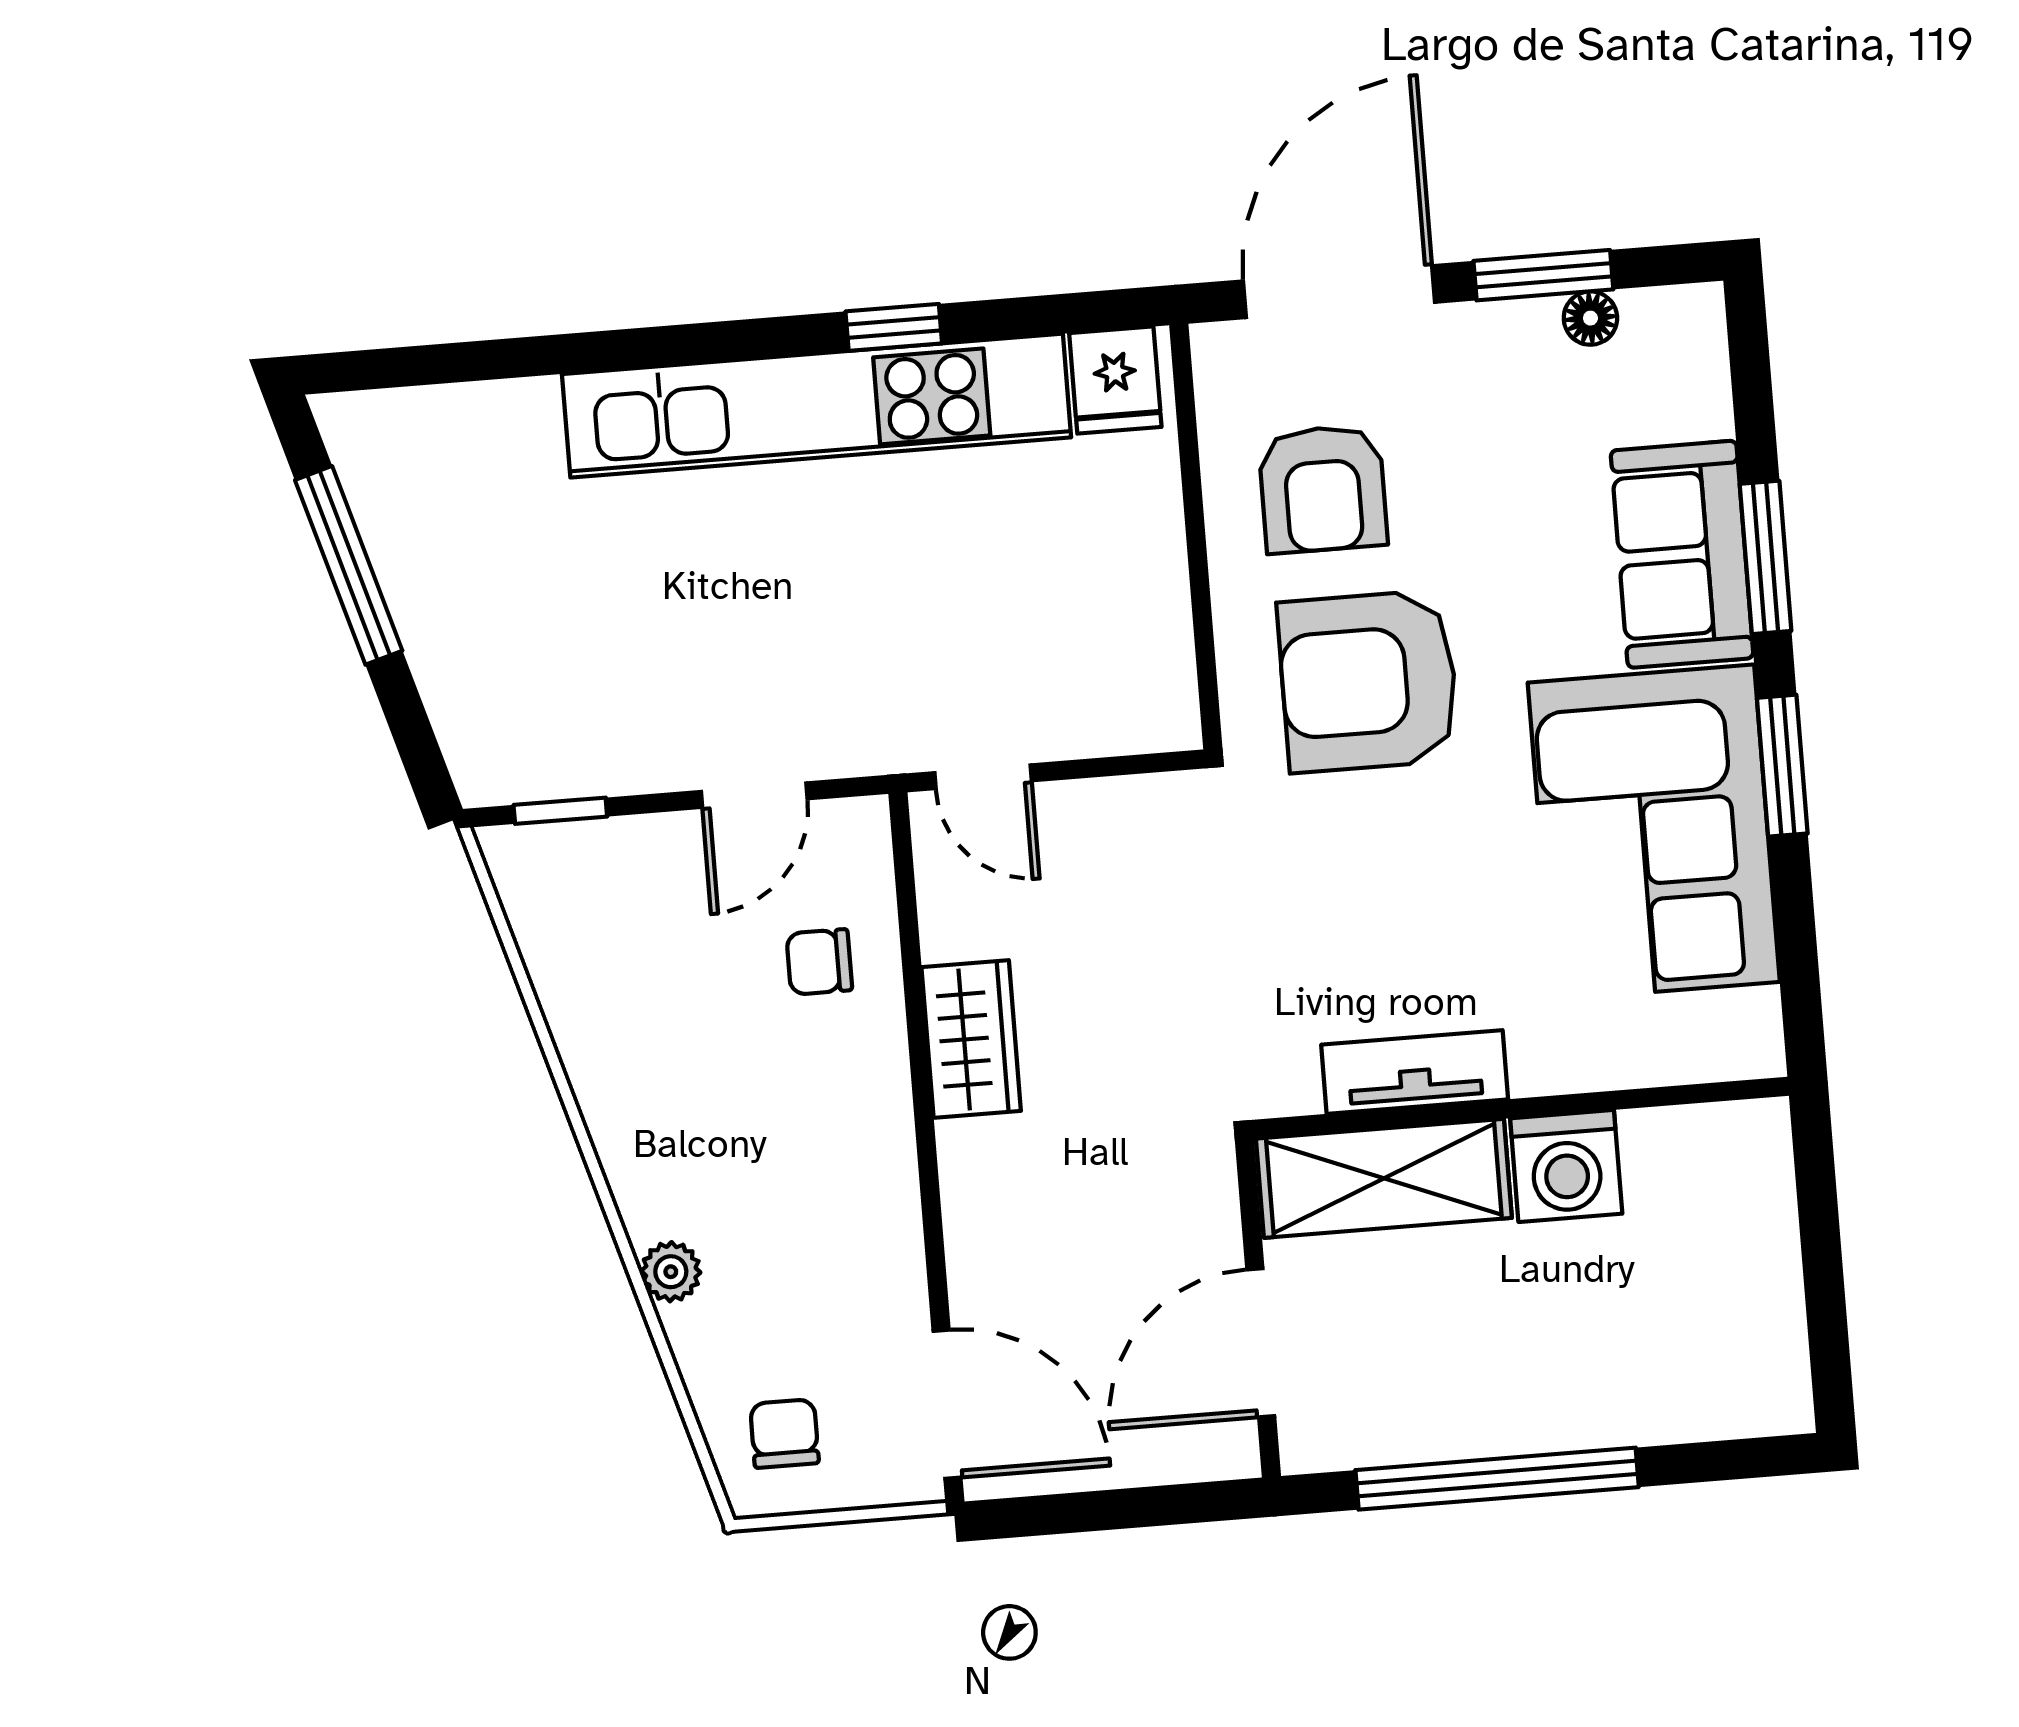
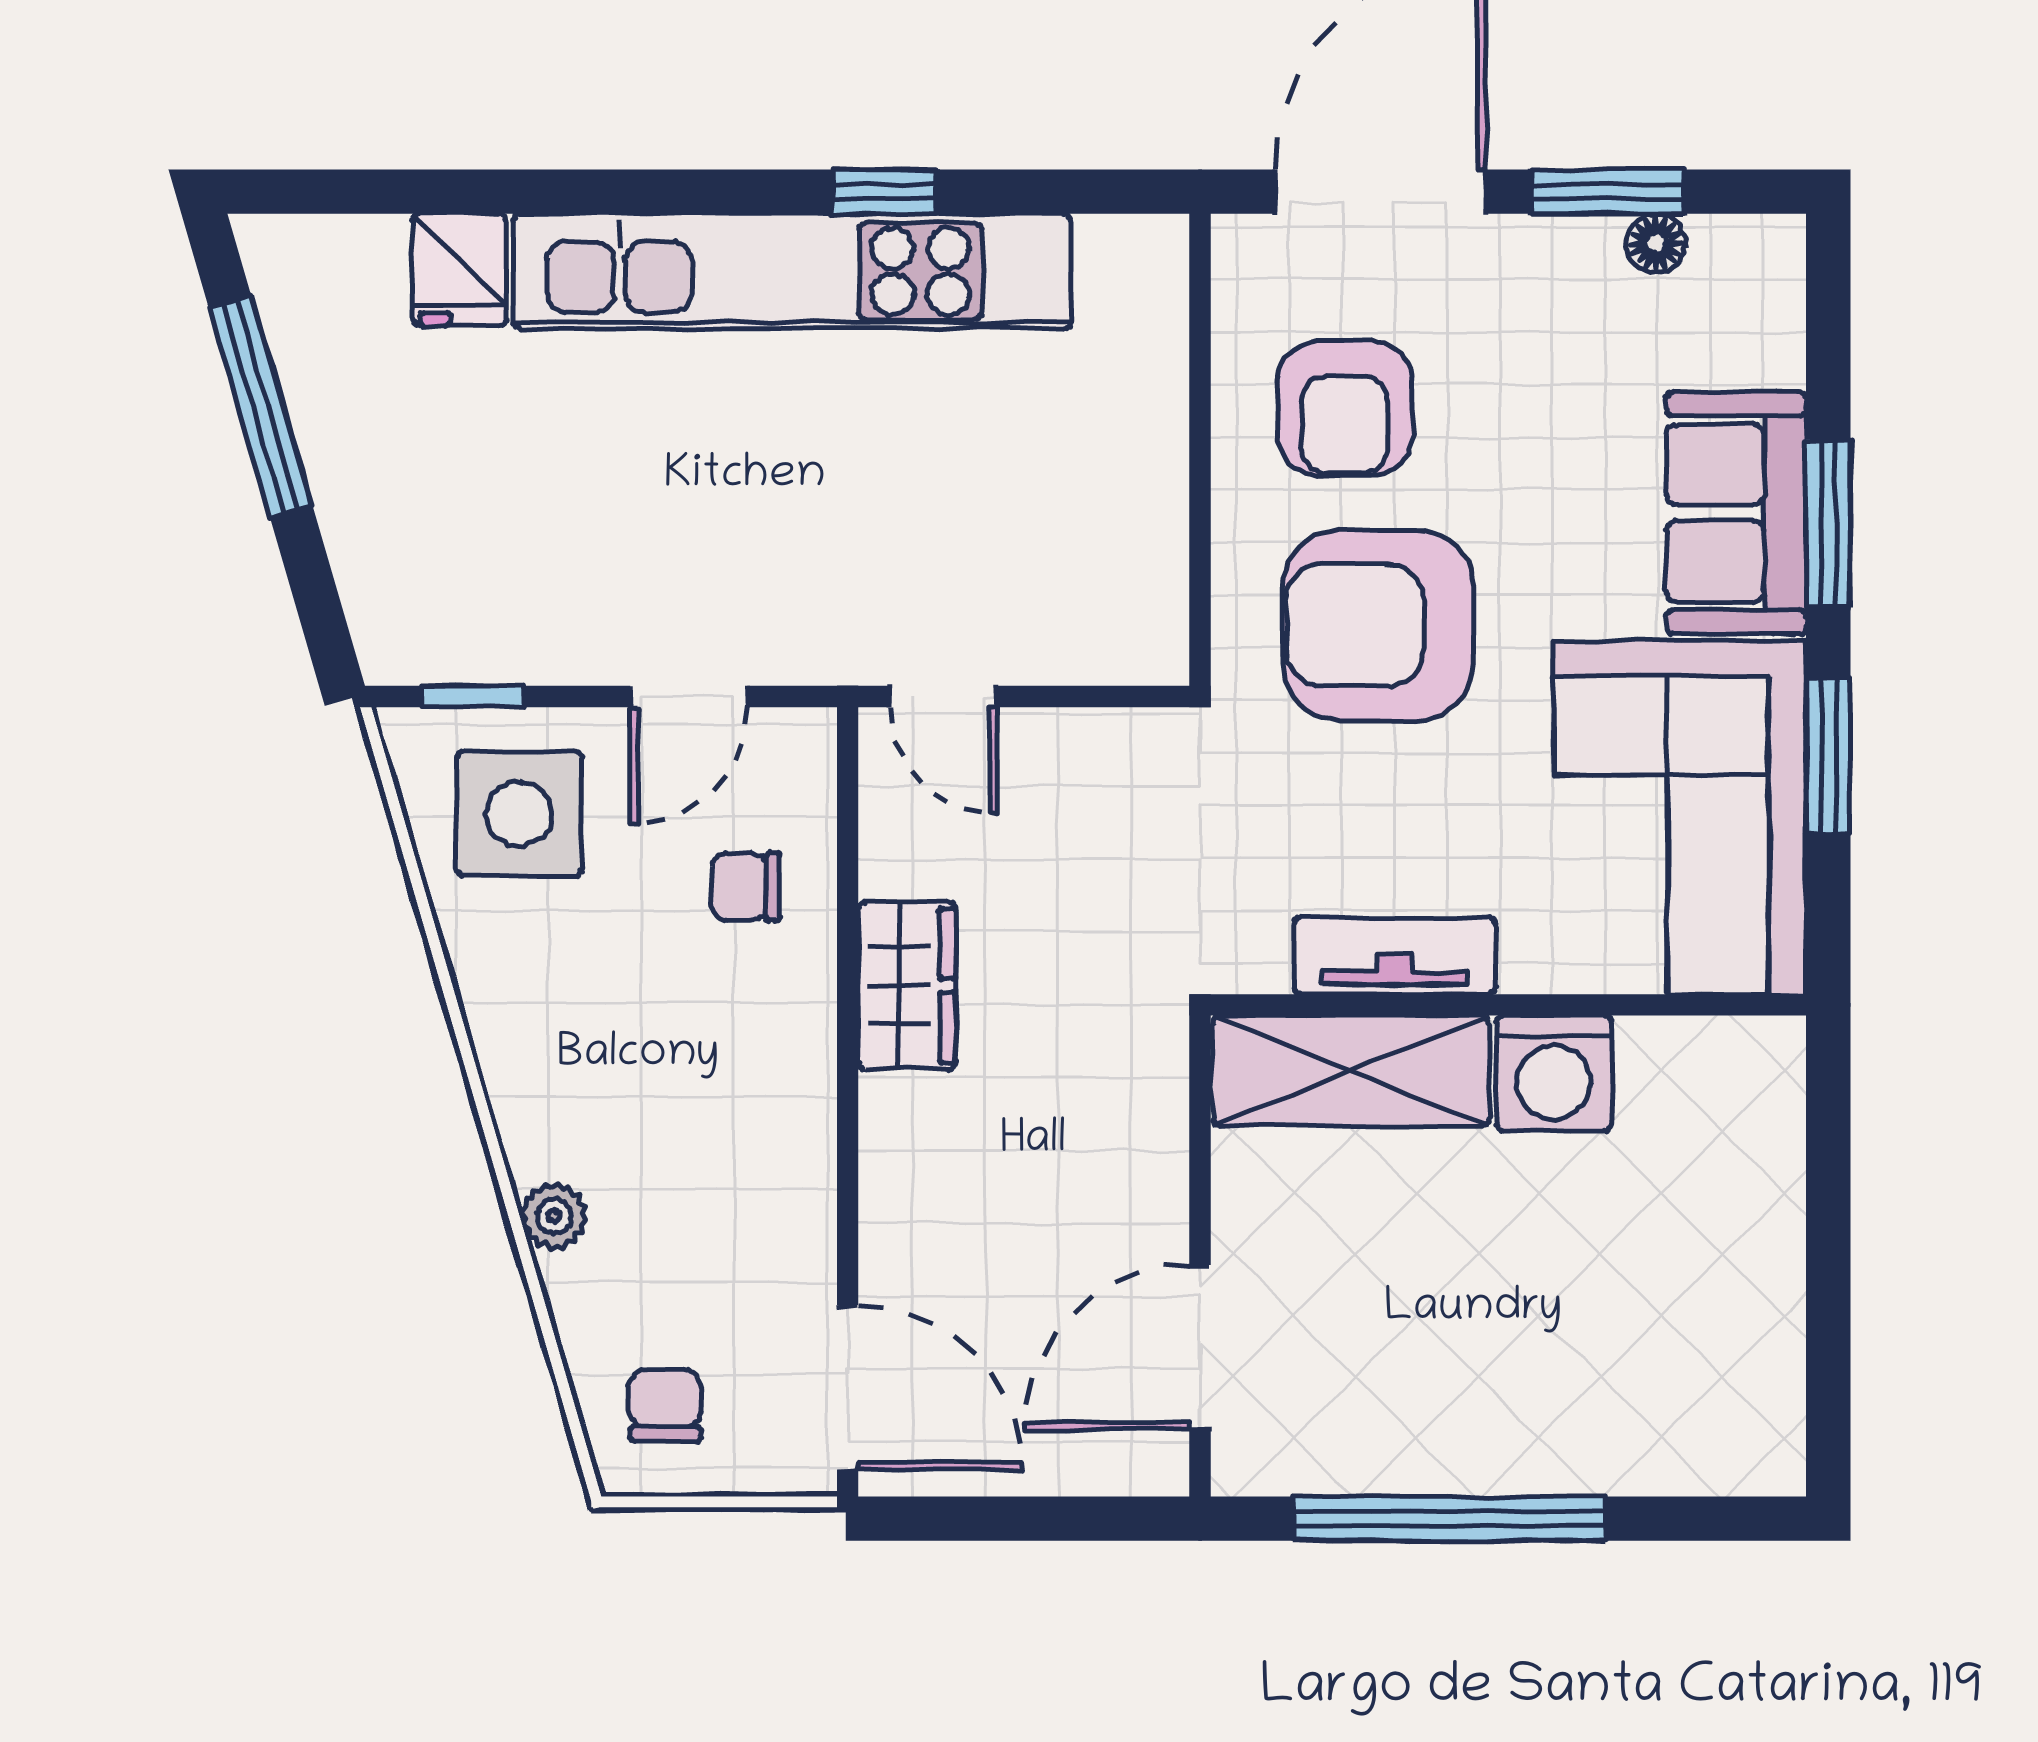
fridge: (1115, 380) -> (459, 270), moved
side table: (610, 913) -> (519, 814), added
tv unit: (1415, 1072) -> (1394, 956), moved
wall: (1521, 1108) -> (1508, 1005), moved
washing machine: (1566, 1166) -> (1554, 1073), moved
shelving: (1384, 1178) -> (1351, 1071), moved

